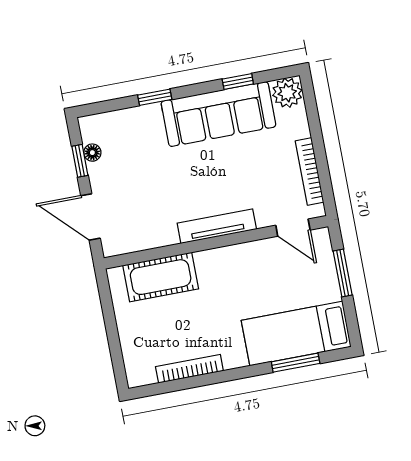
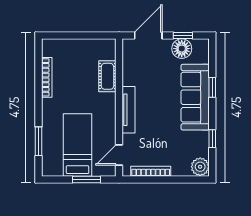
sofa: (218, 114) -> (195, 97), moved
floor lamp: (92, 153) -> (182, 49), width x1.89, depth x1.89
cot: (161, 277) -> (107, 76), width x0.73, depth x0.75
bed: (296, 334) -> (78, 145), moved

